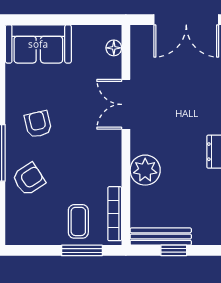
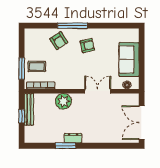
sofa: (38, 44) -> (129, 60), moved

